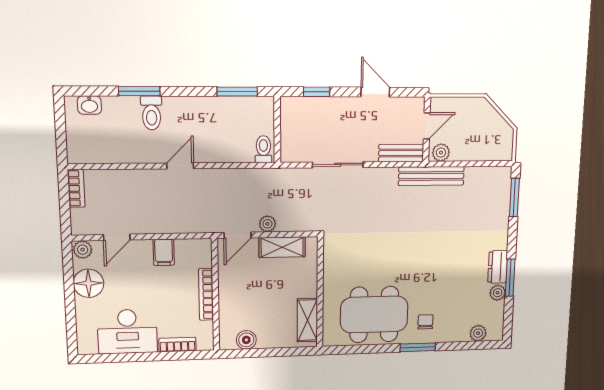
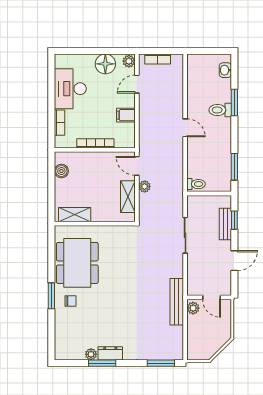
bench: (401, 153) -> (225, 224), moved
bookcase: (76, 188) -> (158, 59), moved
door: (117, 237) -> (137, 84), hinge flipped
plant: (478, 333) -> (61, 341), removed

